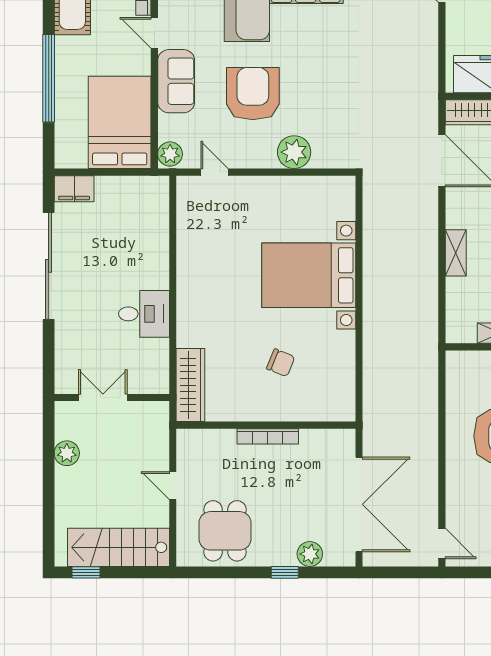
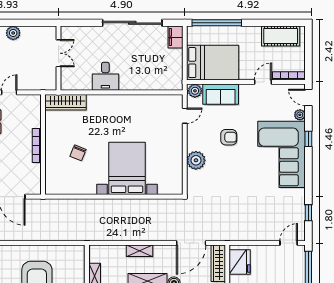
window: (49, 78) -> (217, 23), moved
sofa: (176, 81) -> (221, 94), moved
armchair: (253, 94) -> (229, 137), width x0.53, depth x0.53
plant: (67, 453) -> (13, 33), moved

